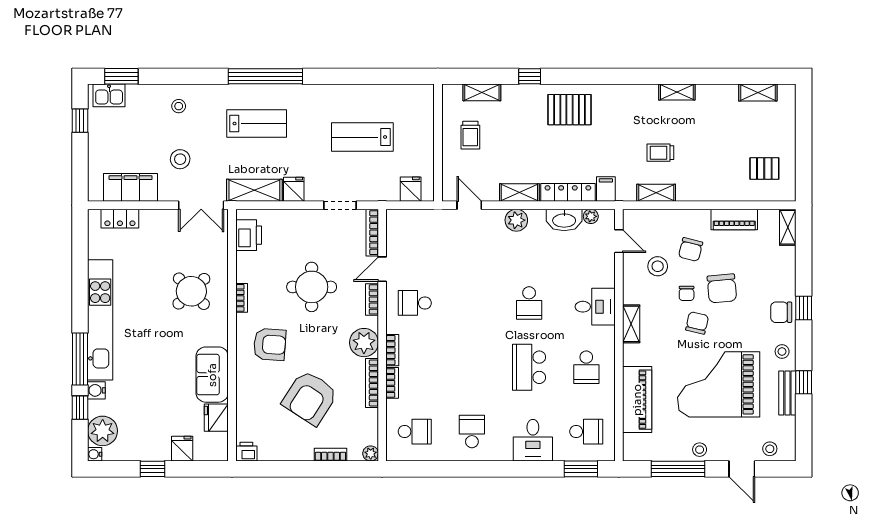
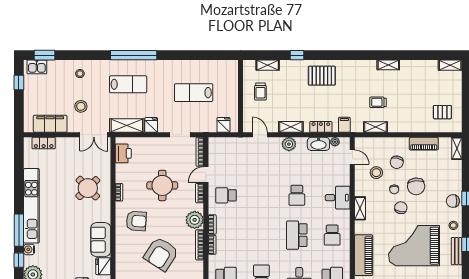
shelving: (758, 92) -> (450, 65), moved
locker: (568, 192) -> (321, 127), width x0.66

